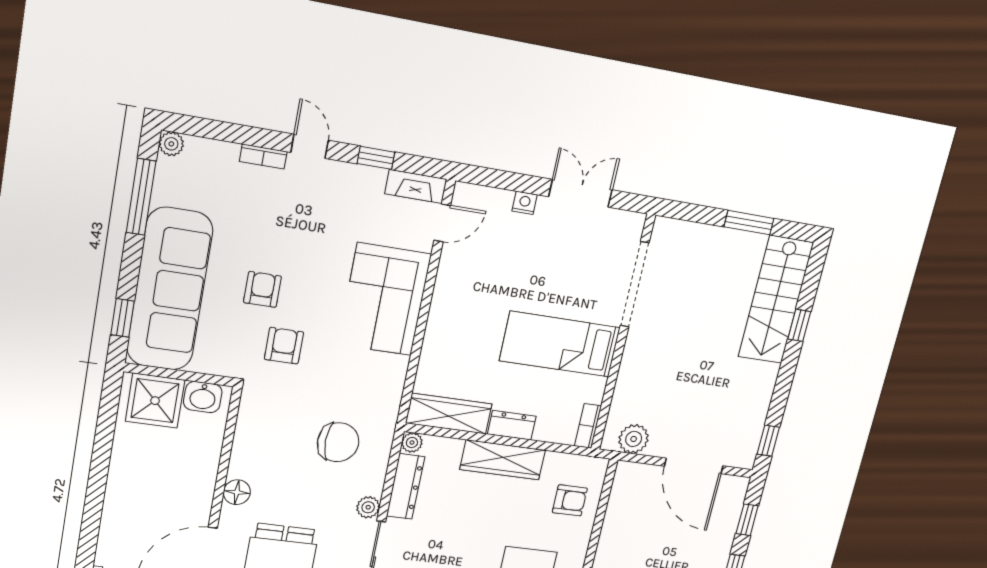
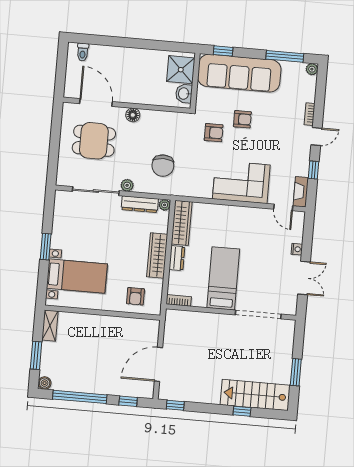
plant: (634, 439) -> (173, 327), removed

